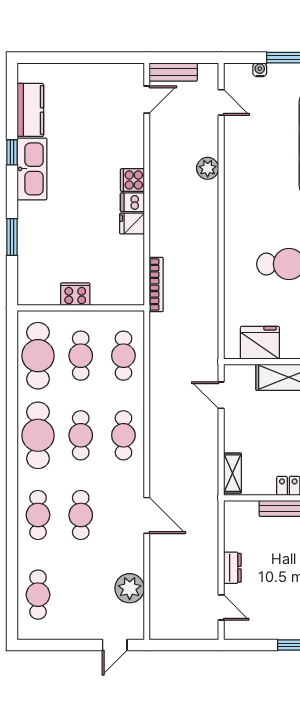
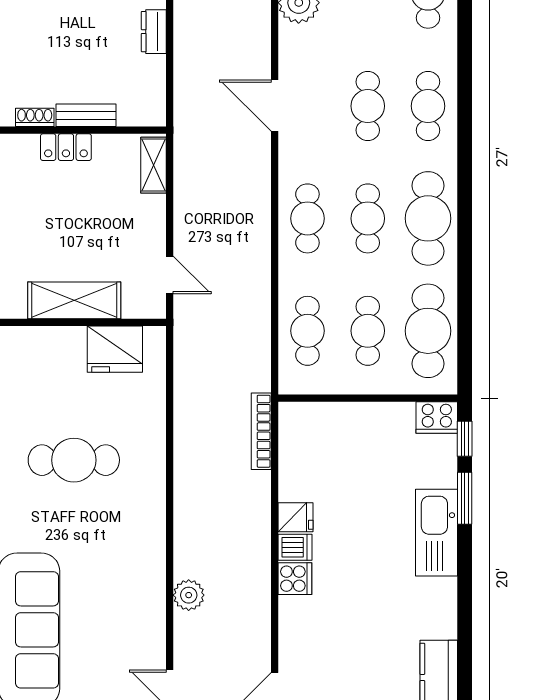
window: (12, 152) -> (465, 439), moved
kitchen sink: (32, 169) -> (437, 533), moved
cooker: (75, 294) -> (437, 418), moved

